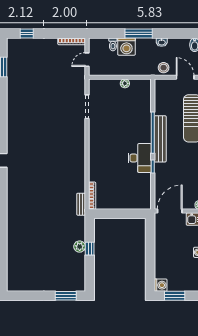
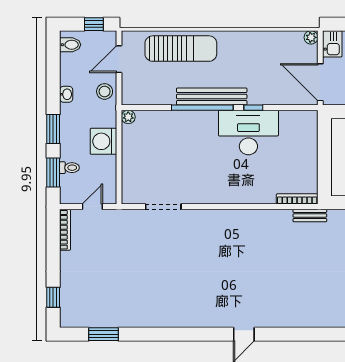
window: (110, 34) -> (53, 173), added
window: (139, 34) -> (53, 129), width x0.69
washing machine: (126, 47) -> (103, 141), moved, turned 180
door: (87, 60) -> (92, 207), swing flipped
plant: (125, 83) -> (128, 117), moved
desk: (140, 158) -> (248, 132), width x1.36, depth x1.30

